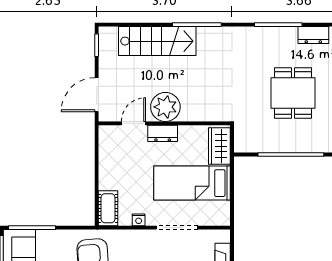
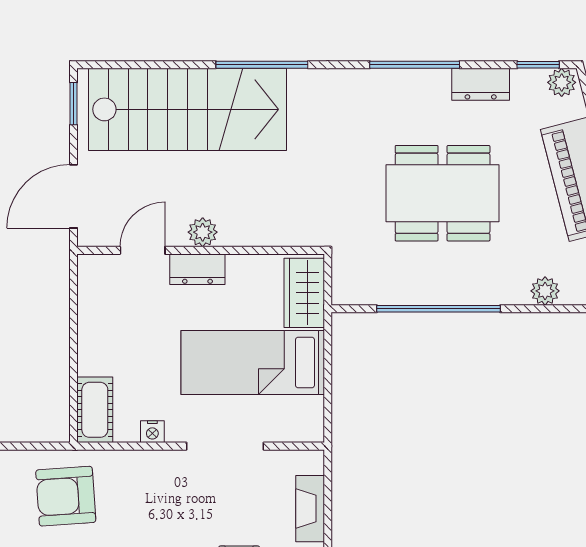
stairs: (157, 41) -> (187, 109), width x1.36, depth x1.51
dining table: (293, 93) -> (443, 193), width x1.38
plant: (165, 107) -> (203, 232), width x0.53, depth x0.53

